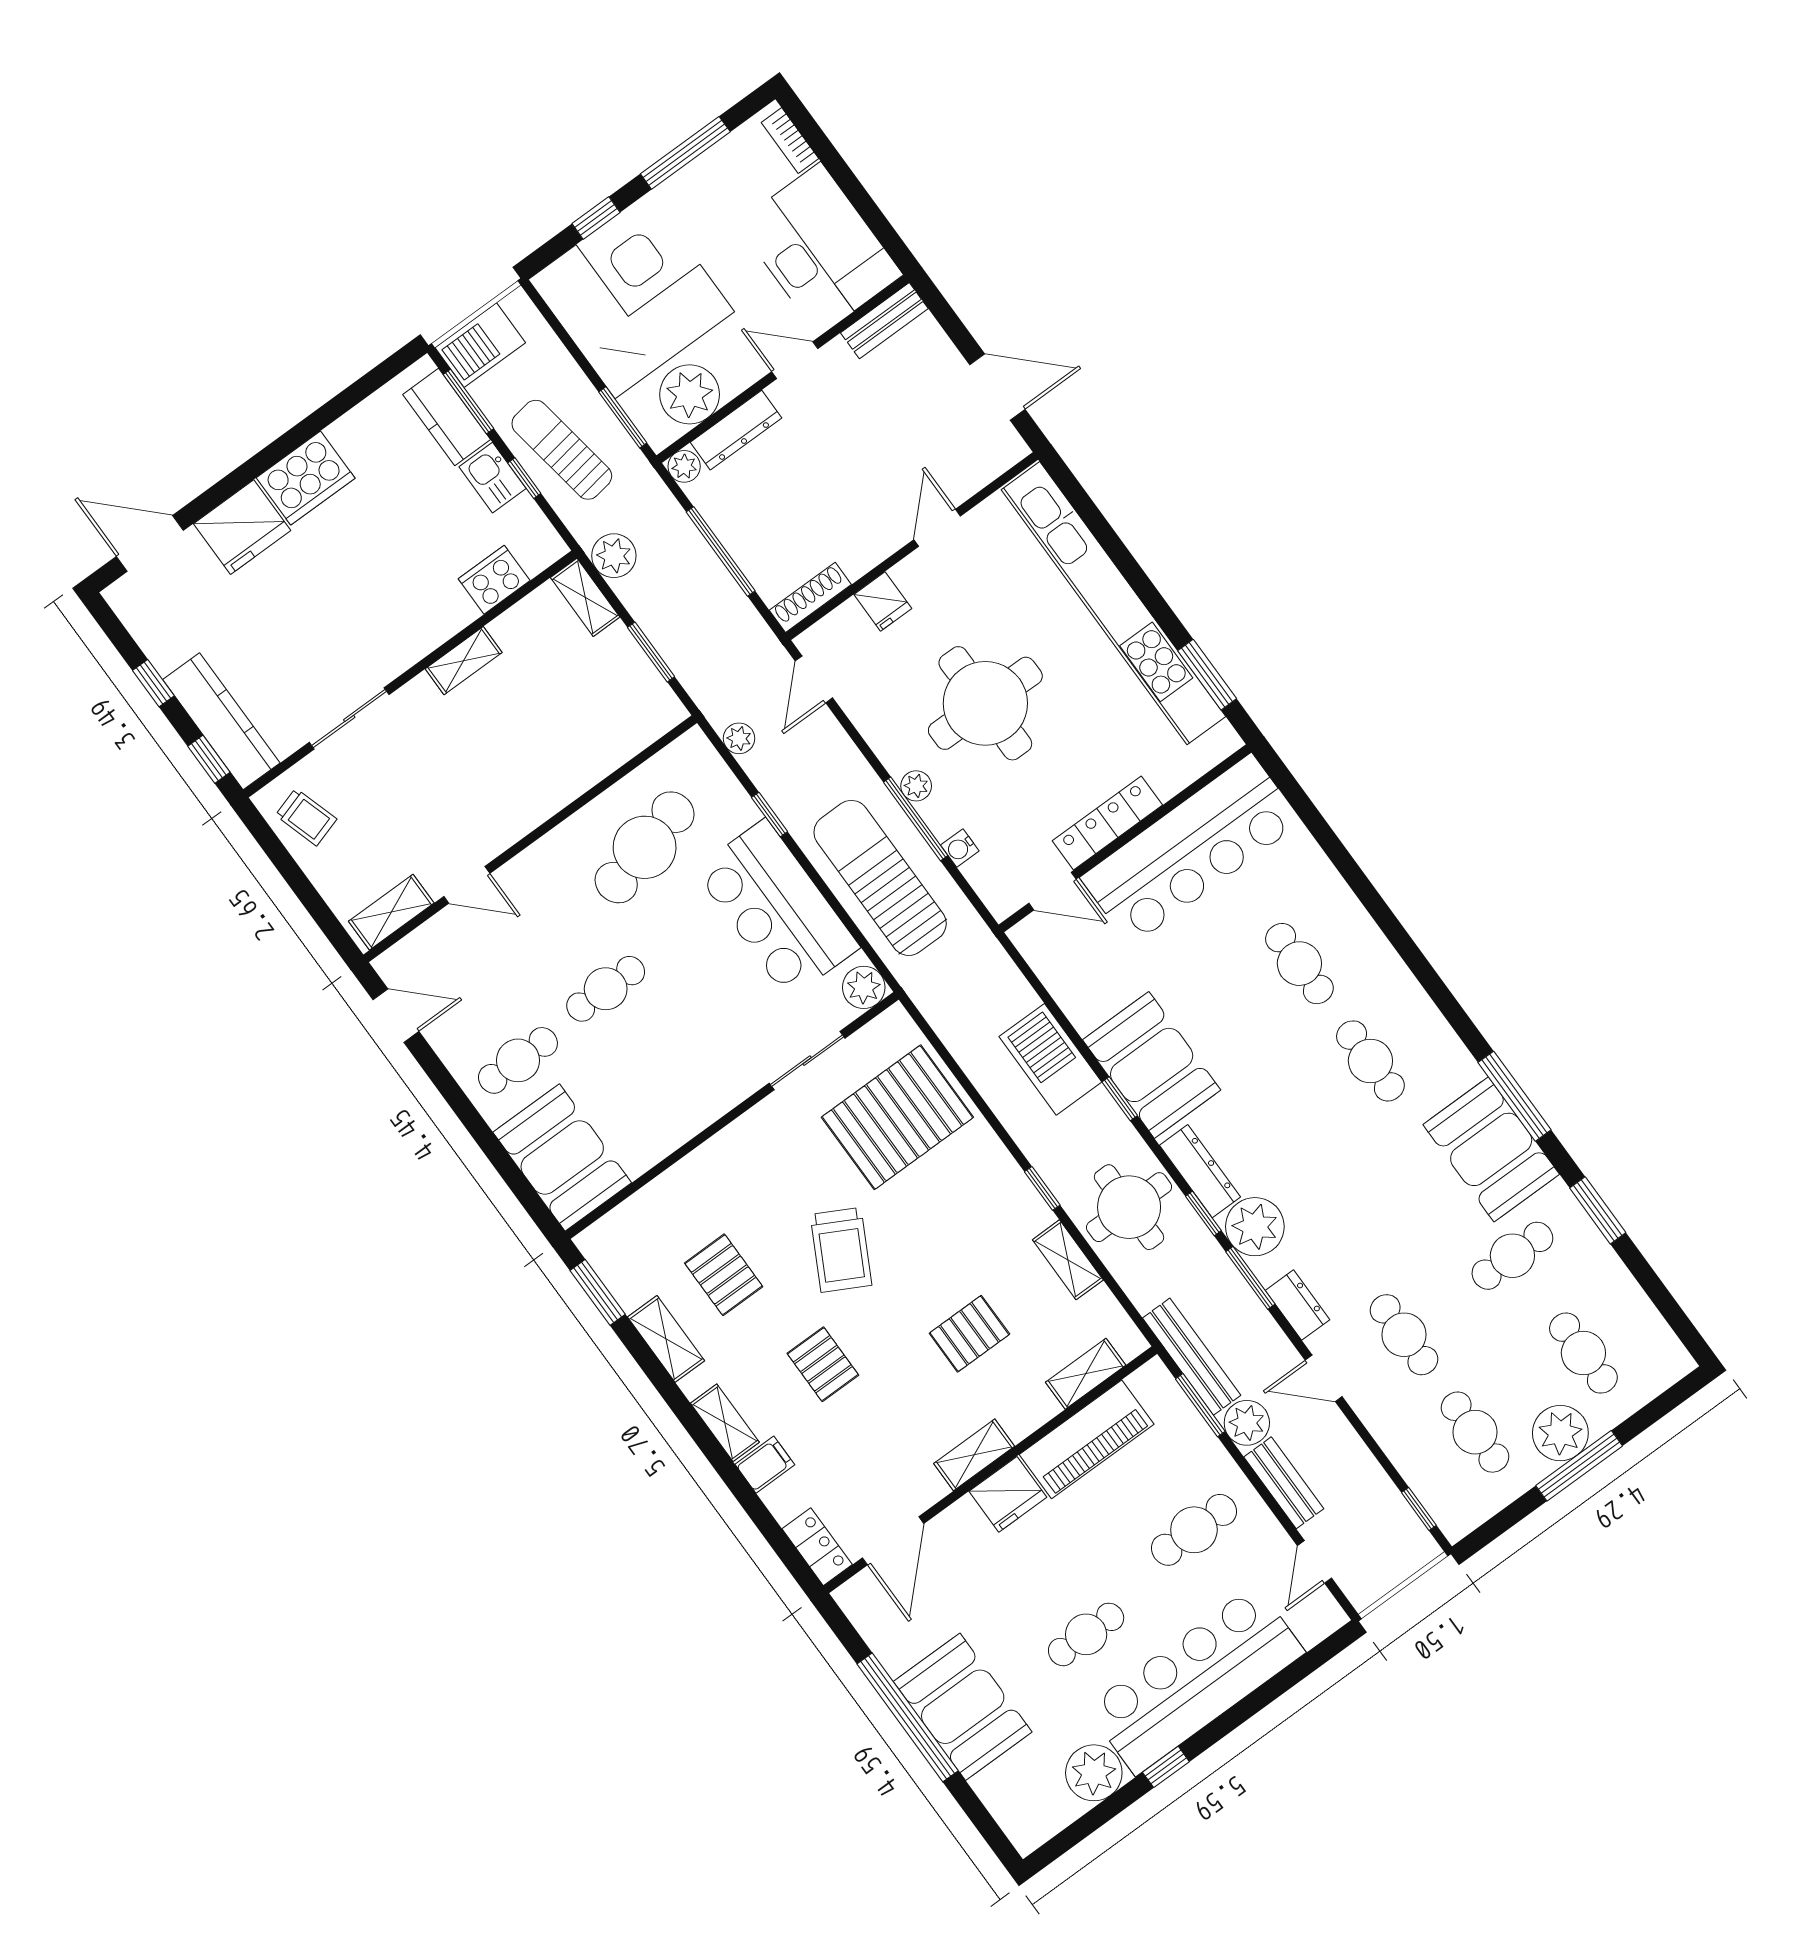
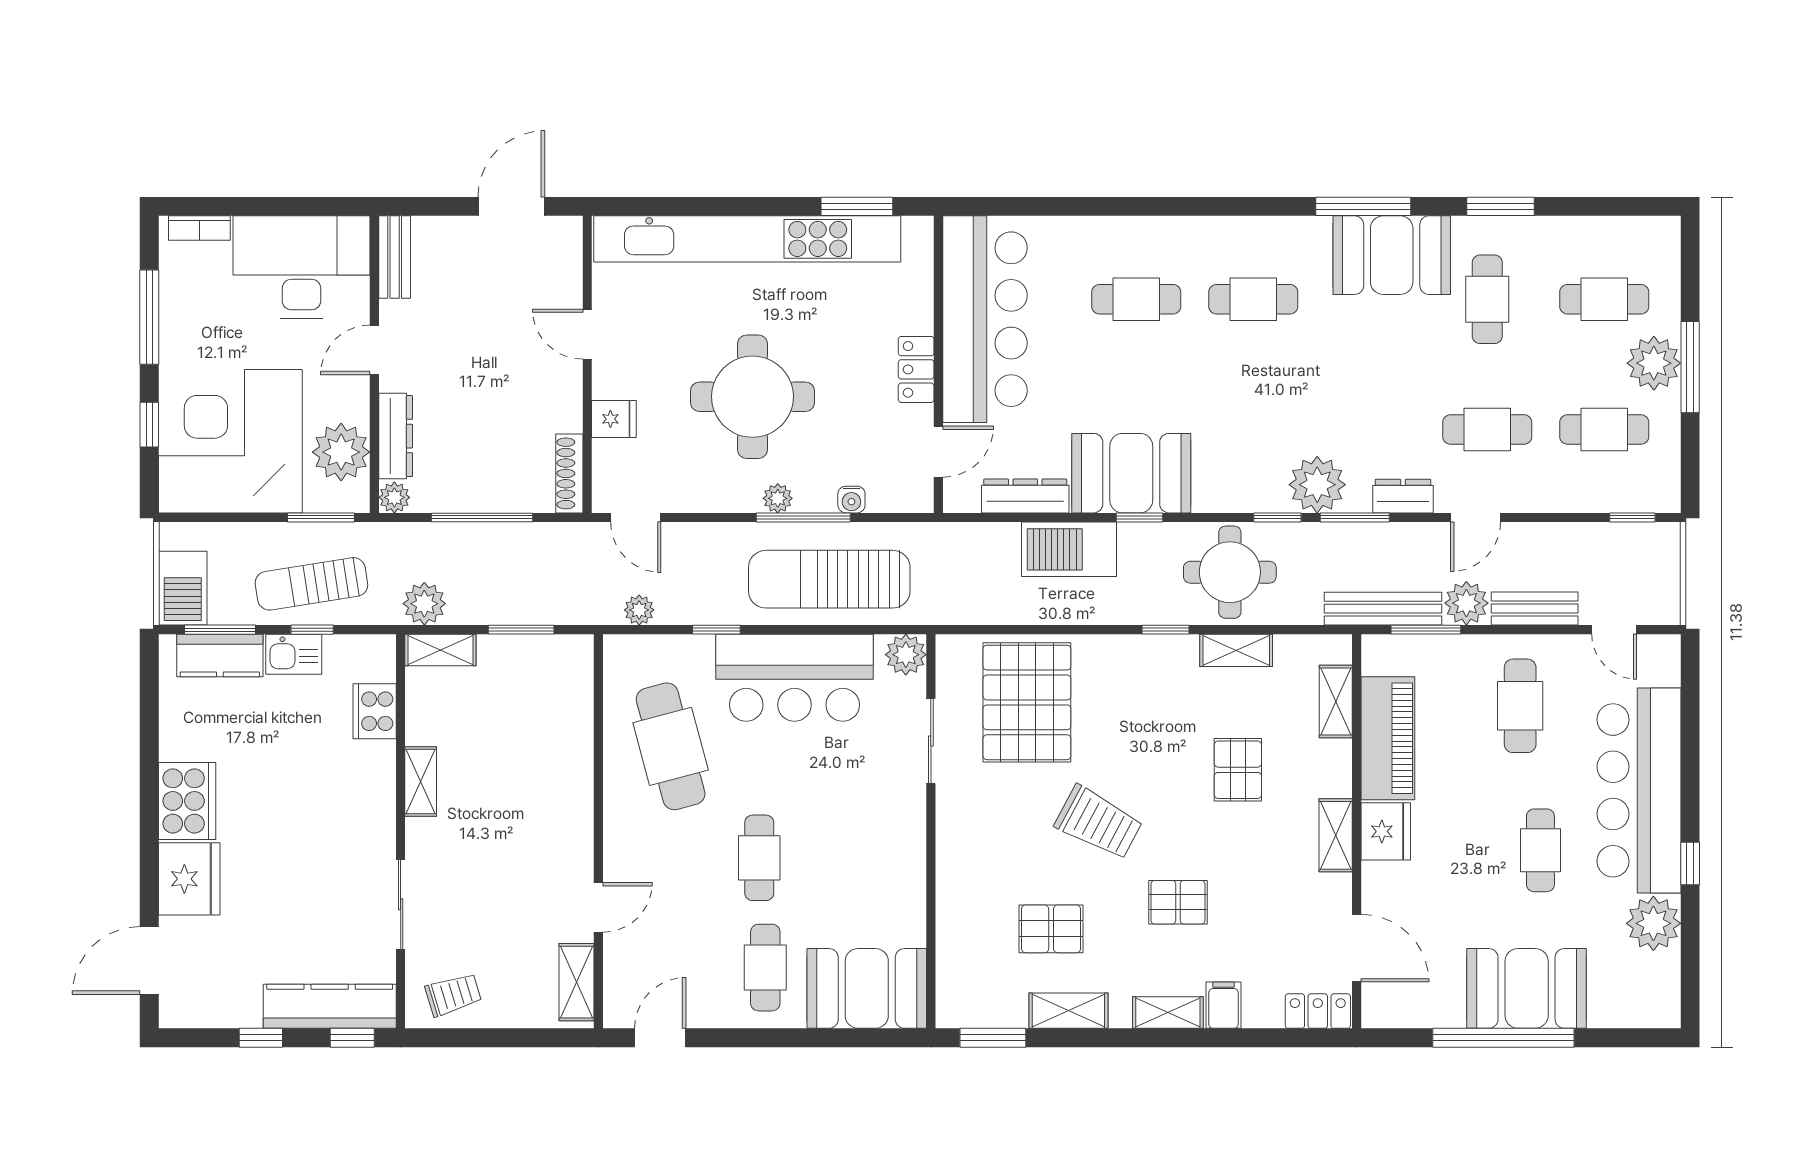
locker: (1107, 823) -> (916, 369), width x0.66
dresser: (1200, 1171) -> (1025, 496), moved

